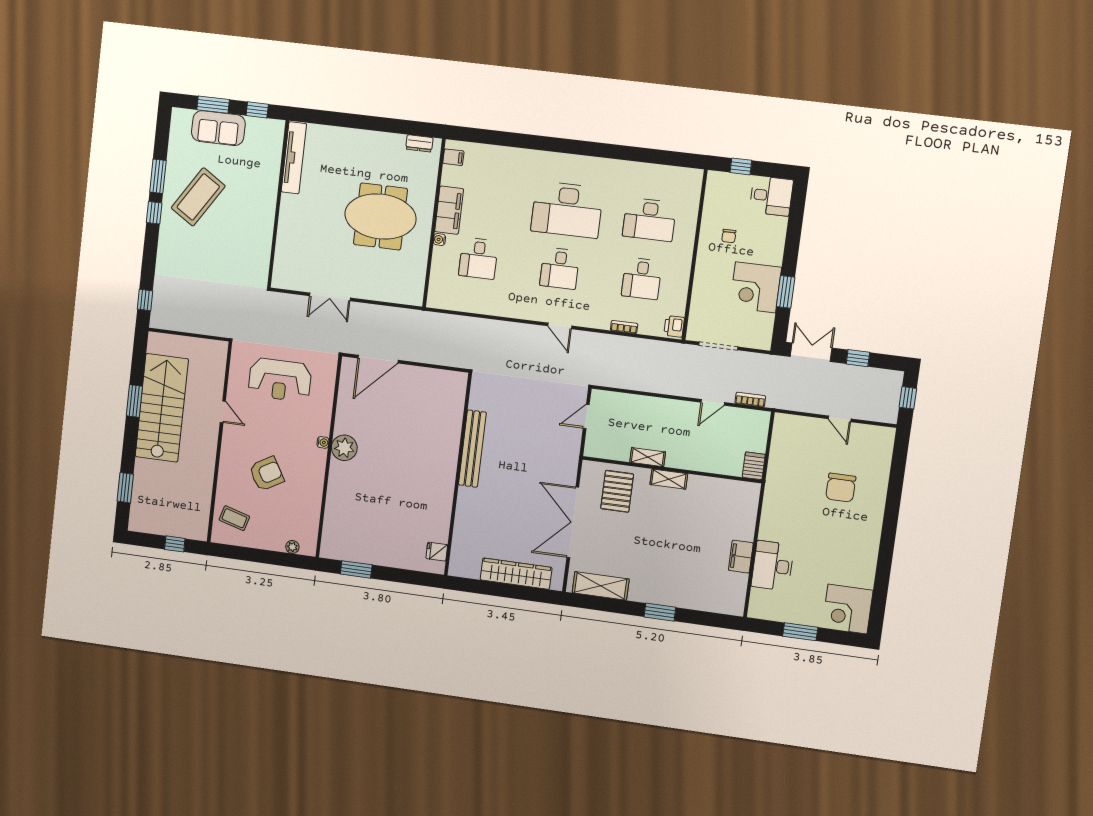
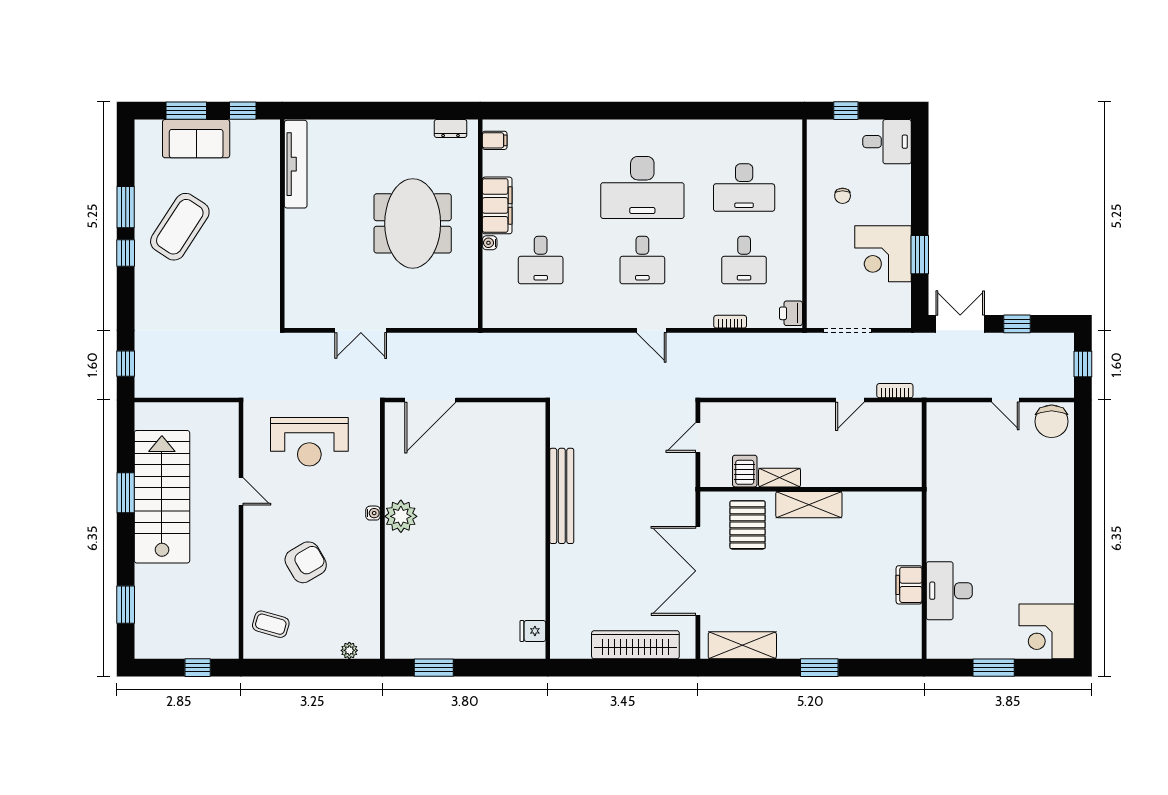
meeting table: (380, 216) -> (413, 223), turned 90
server rack: (754, 466) -> (745, 471), moved
shelving: (669, 479) -> (809, 505), width x1.50, depth x1.33
chair: (841, 488) -> (1052, 421), moved

